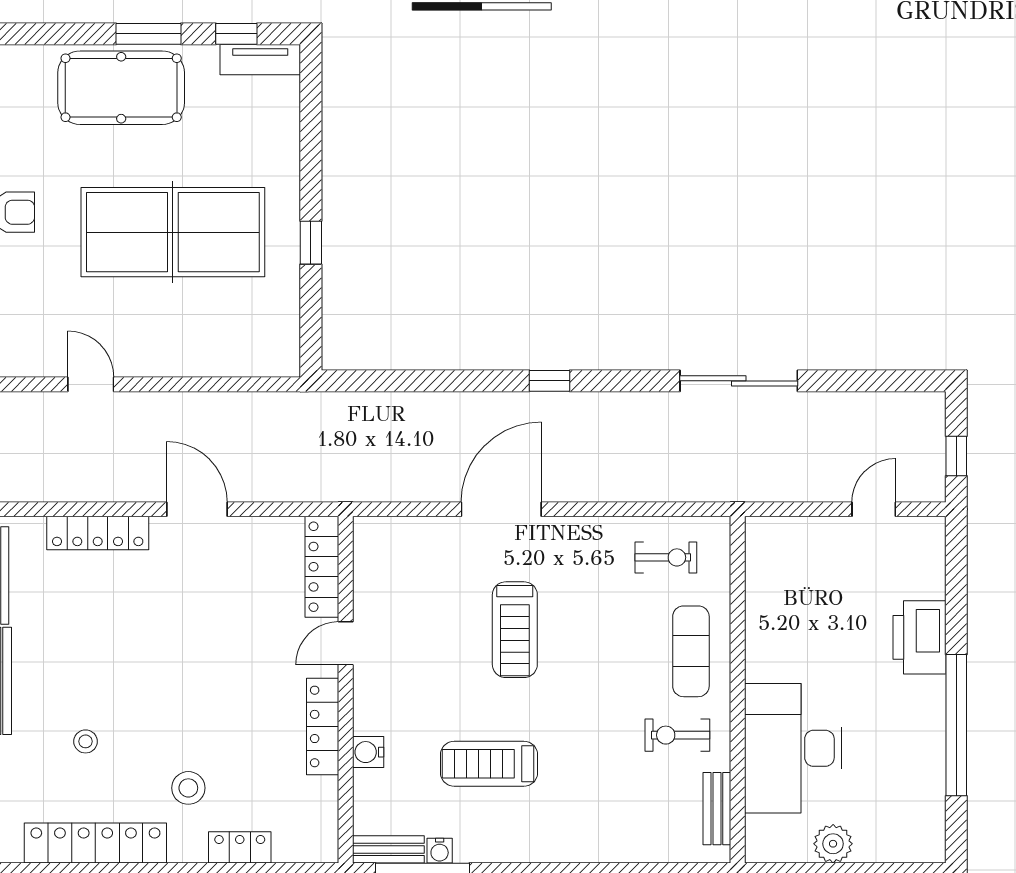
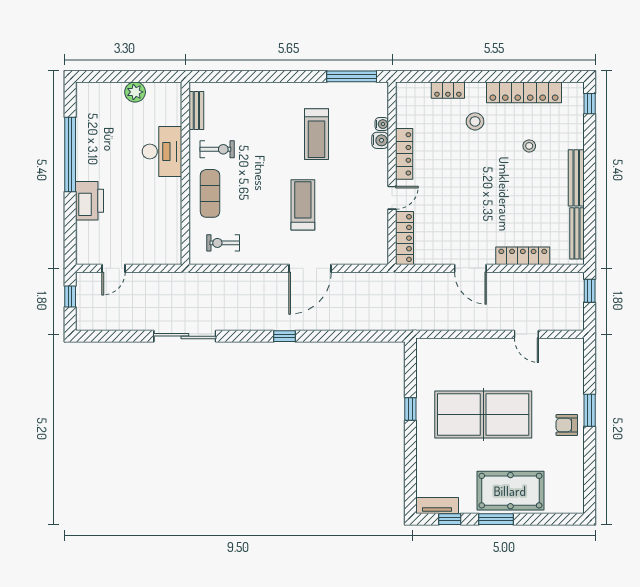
desk: (793, 748) -> (162, 151), width x0.73, depth x0.77
treadmill: (489, 764) -> (316, 134), turned 90
bench: (388, 849) -> (370, 89), removed
water cooler: (440, 851) -> (382, 124), moved, turned 90

